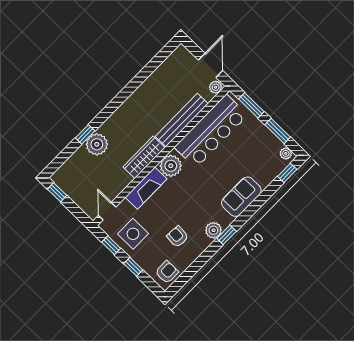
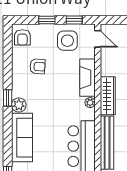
plant: (171, 166) -> (90, 103), width x0.53, depth x0.53
sofa: (241, 197) -> (22, 138), width x1.36
plant: (213, 230) -> (19, 105), moved

